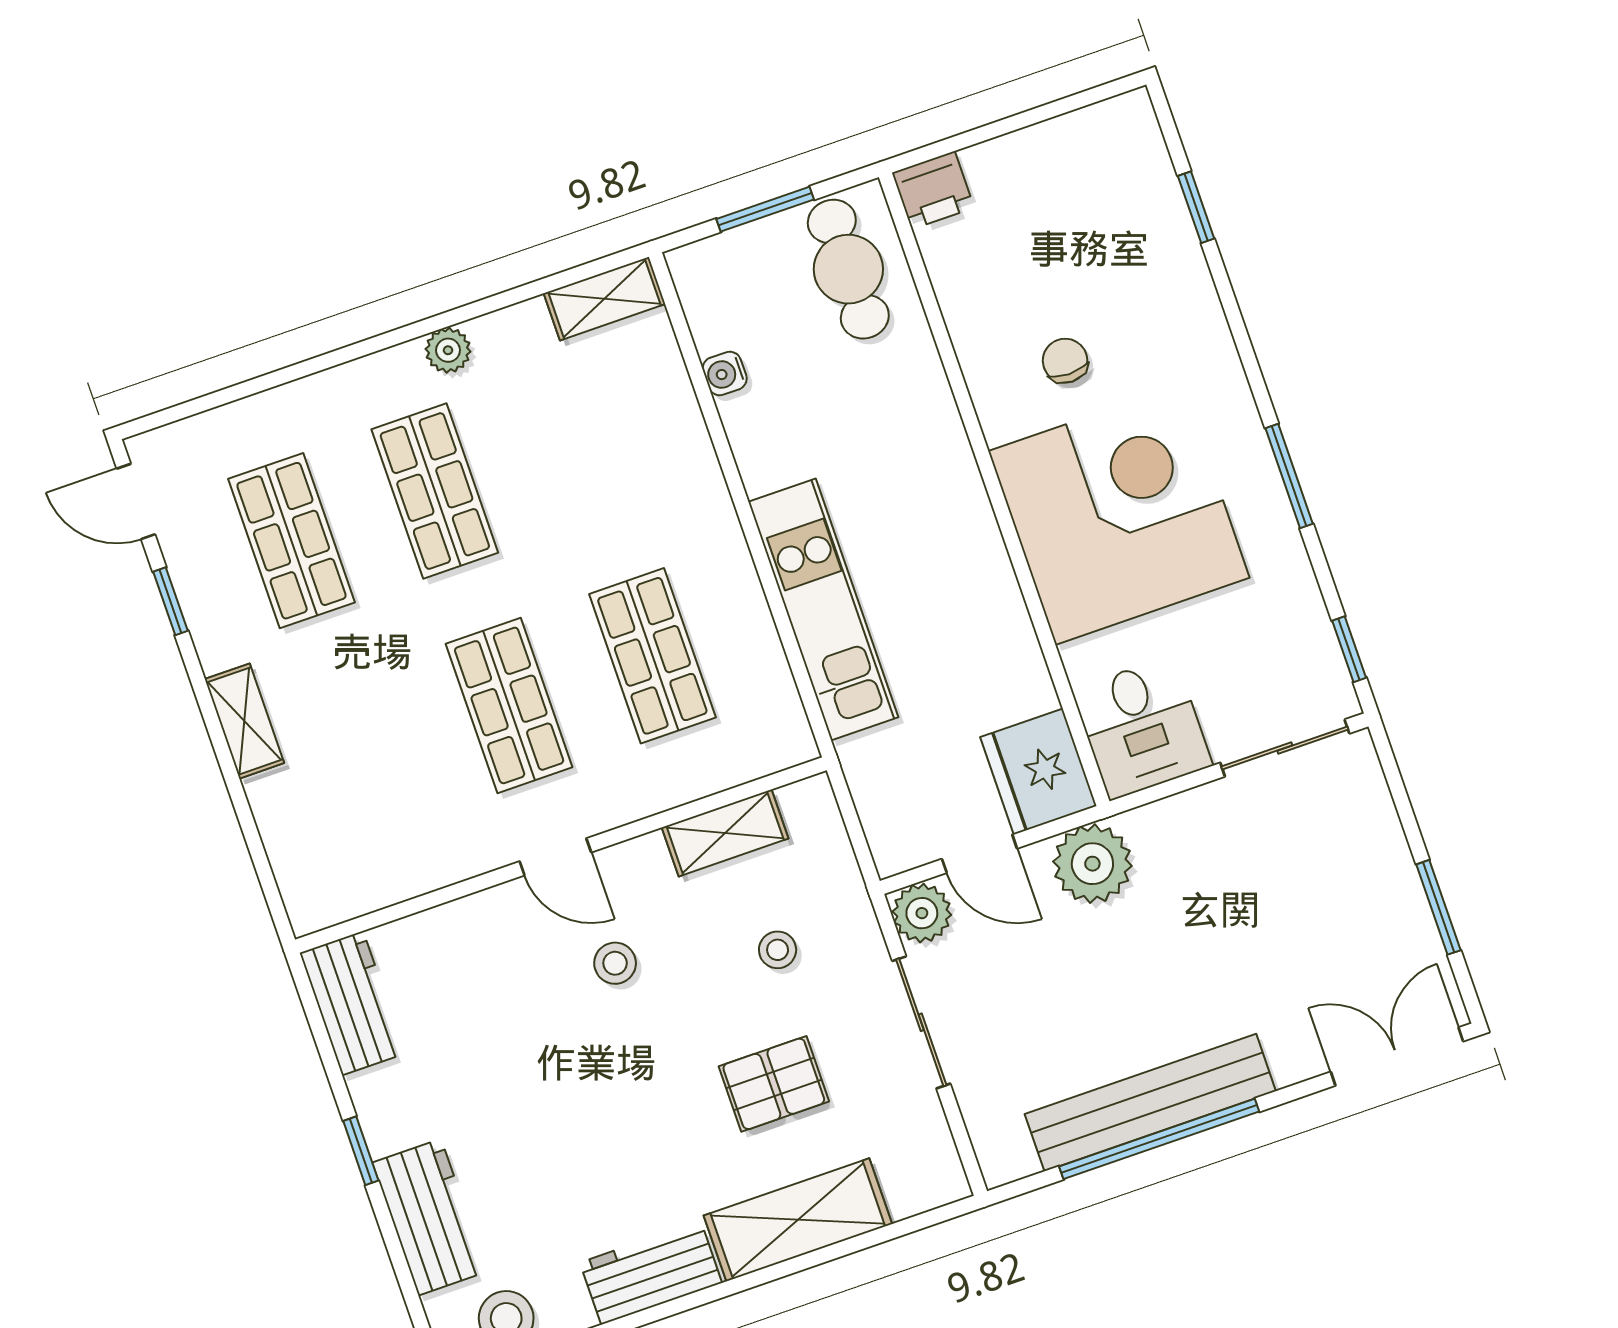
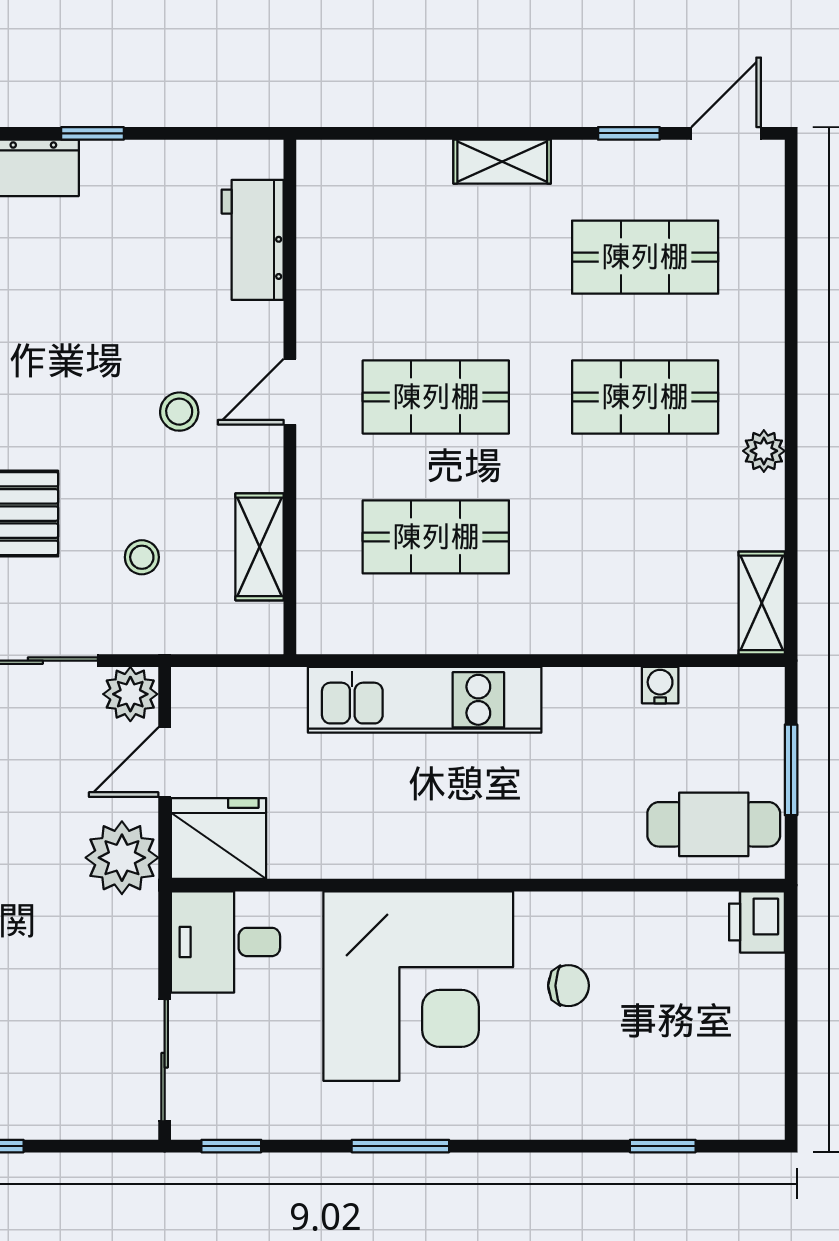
workbench: (352, 1003) -> (253, 240), moved, turned 90

